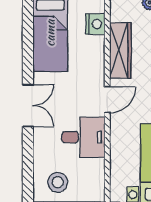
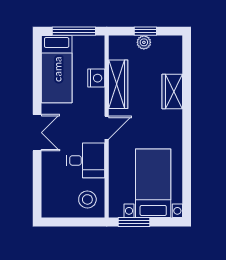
nightstand: (95, 24) -> (96, 78), moved
stool: (58, 182) -> (87, 199), moved

